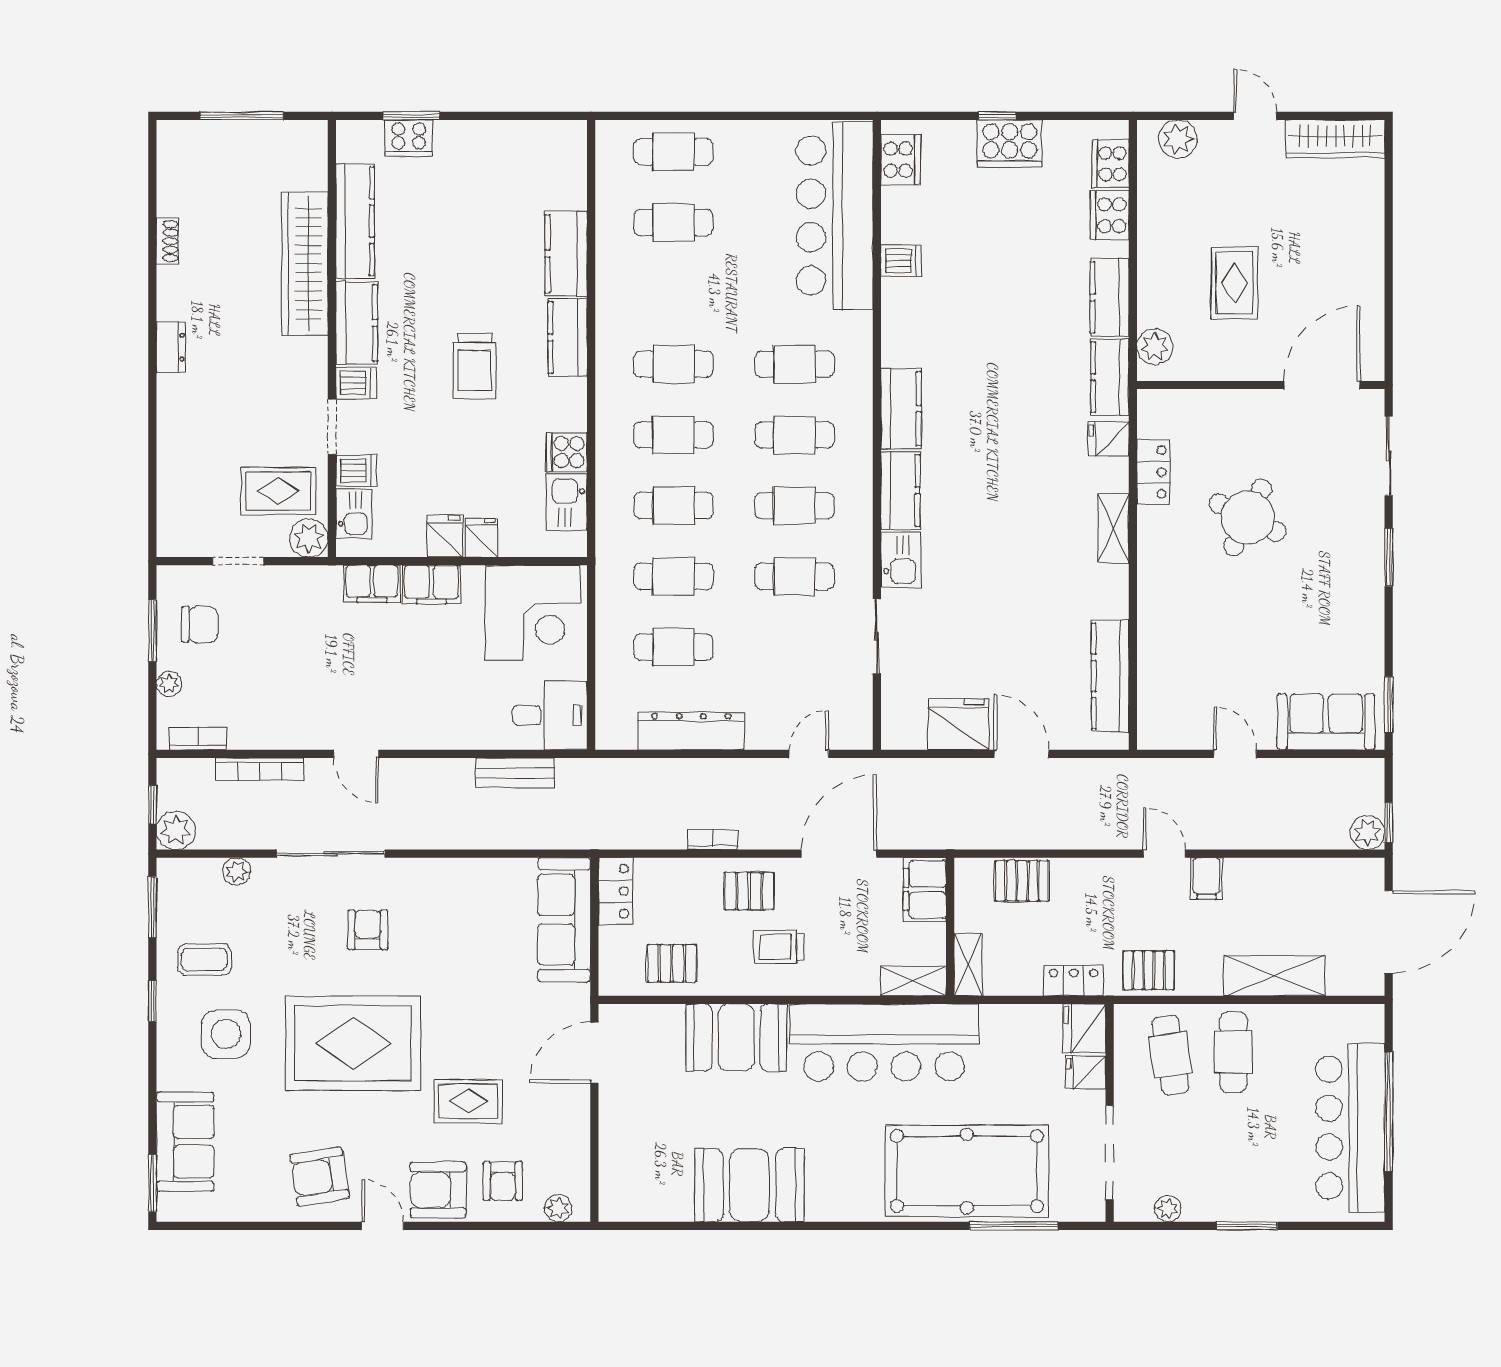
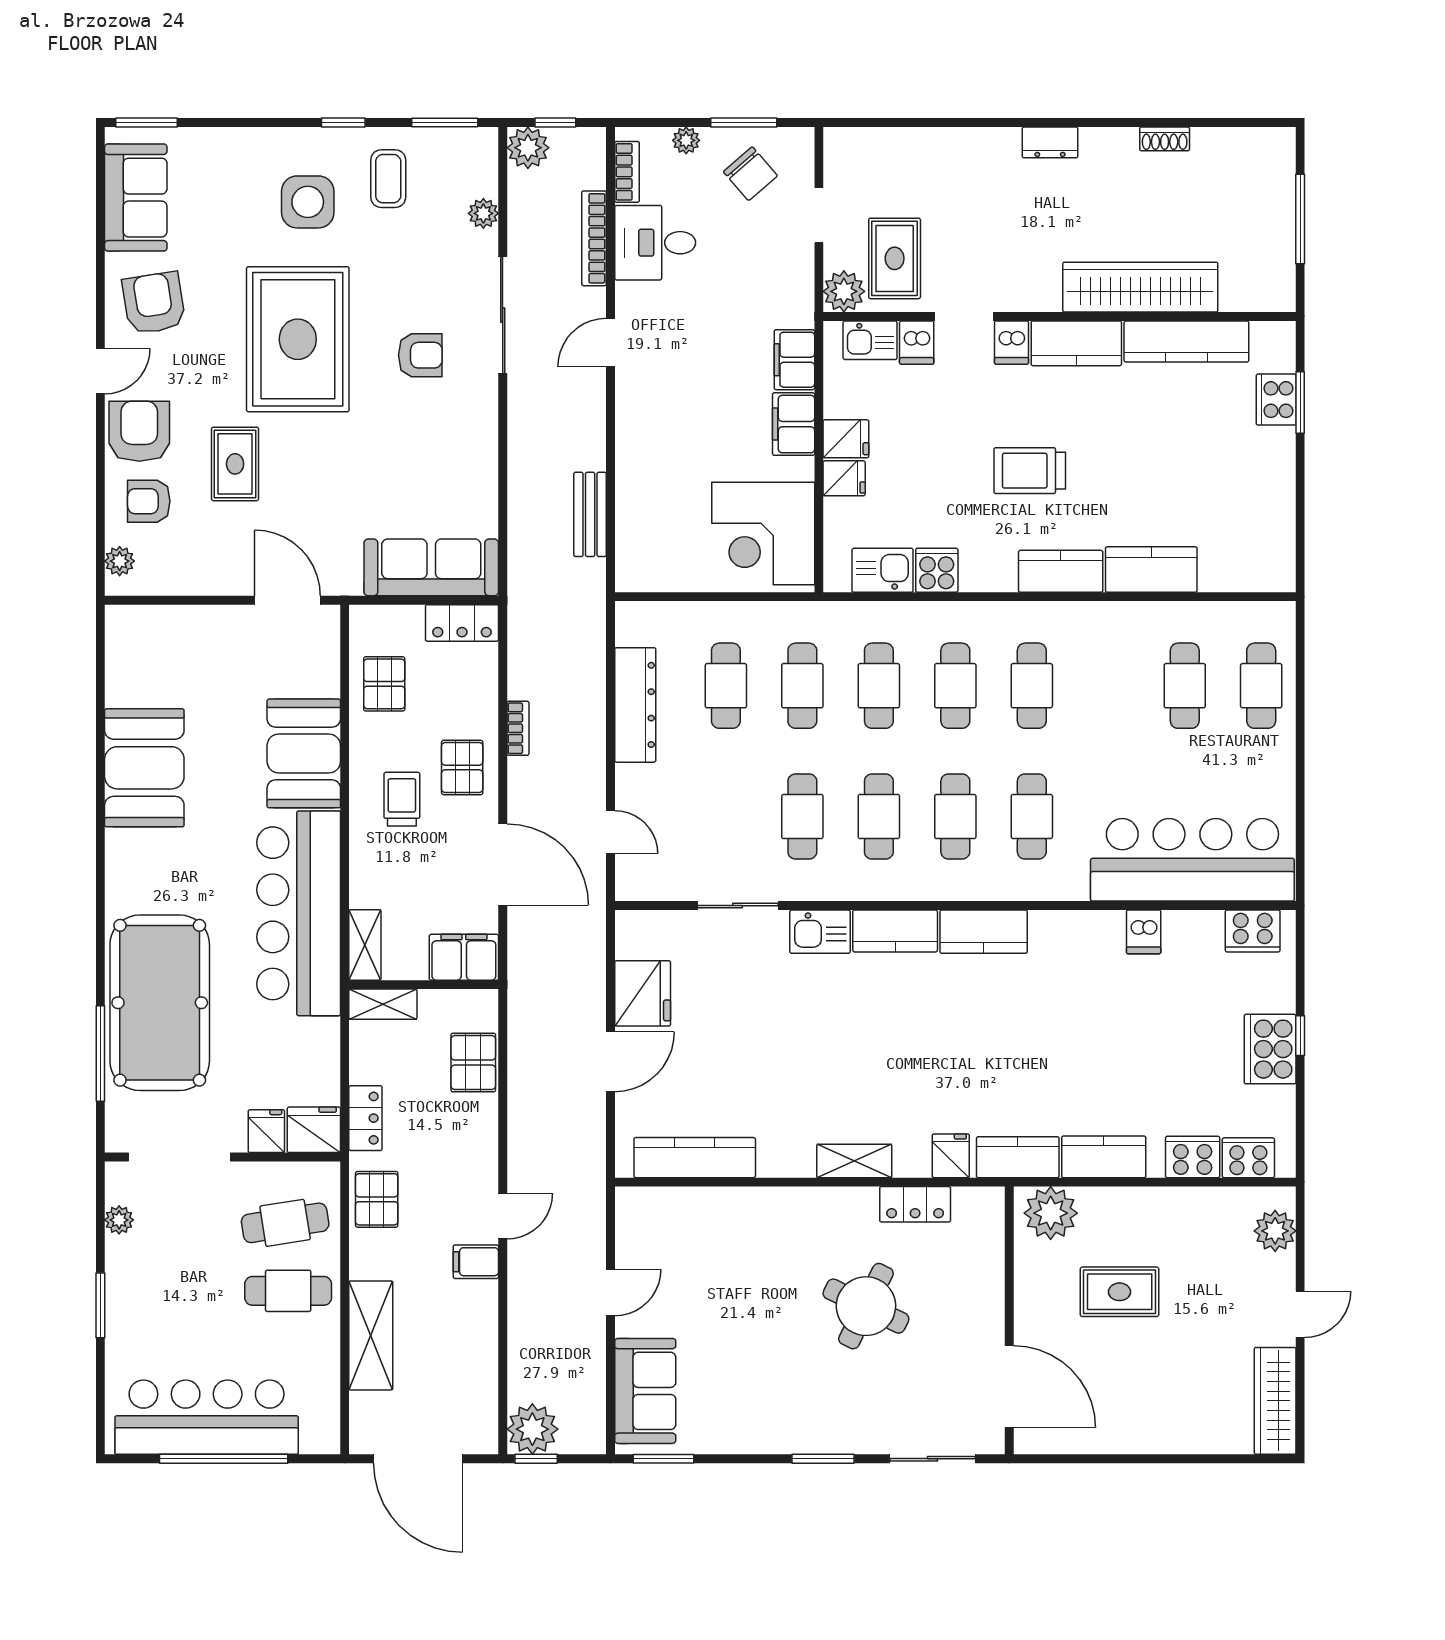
plant: (1155, 347) -> (1051, 1213), width x1.36, depth x1.36
chair: (200, 624) -> (750, 174), turned -41
desk: (550, 715) -> (655, 243), moved, turned 90
plant: (1368, 832) -> (532, 1429), width x1.36, depth x1.36
sofa: (185, 1142) -> (136, 198), moved, turned -90

